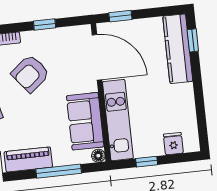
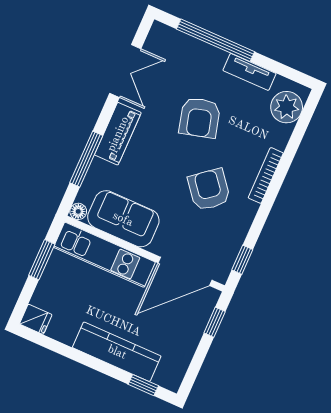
window: (45, 24) -> (242, 260), moved
kitchen counter: (178, 49) -> (117, 352), moved
fridge: (173, 144) -> (36, 319), moved
window: (147, 162) -> (42, 260), width x1.50

